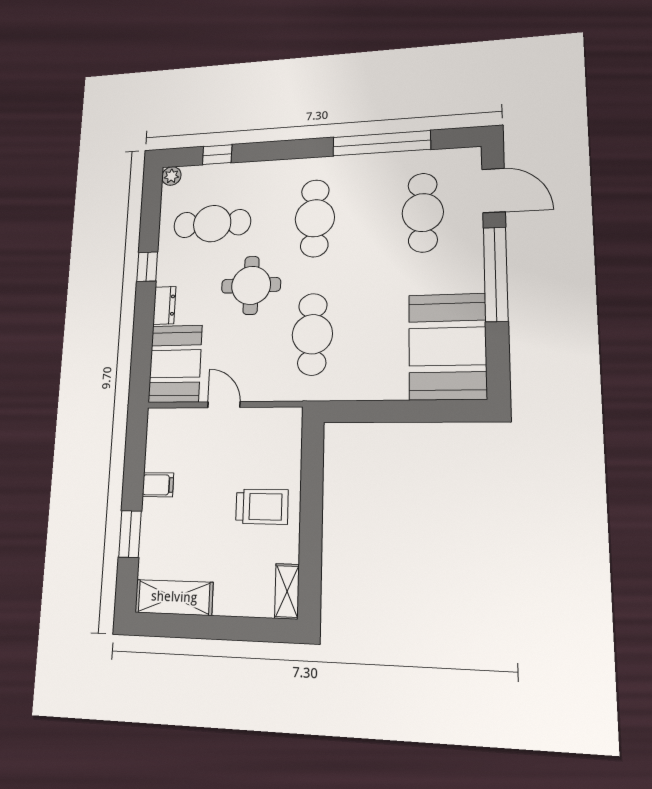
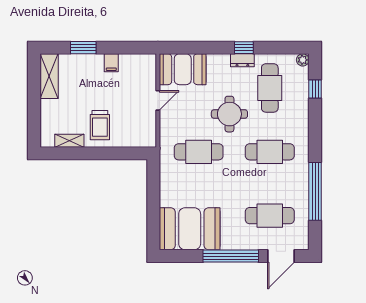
dresser: (164, 305) -> (242, 60), moved
shelving: (287, 591) -> (69, 141), moved

